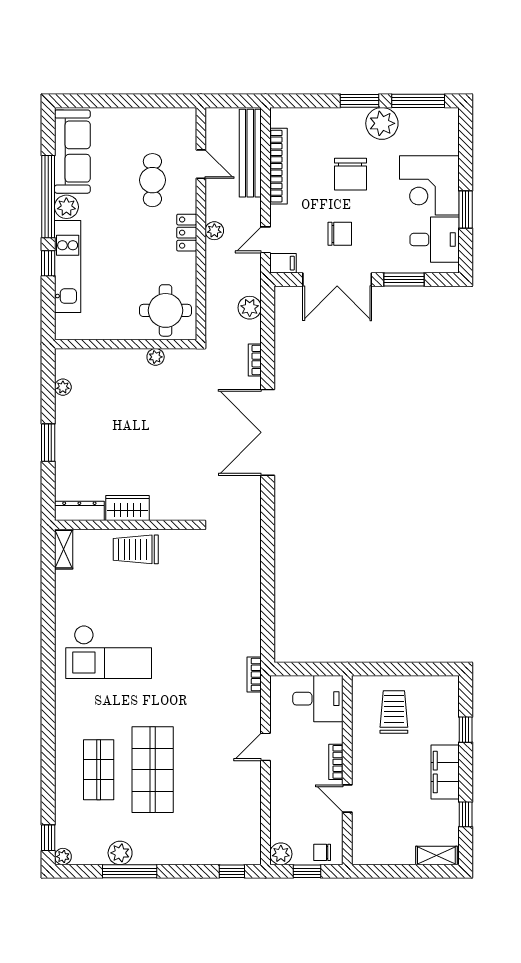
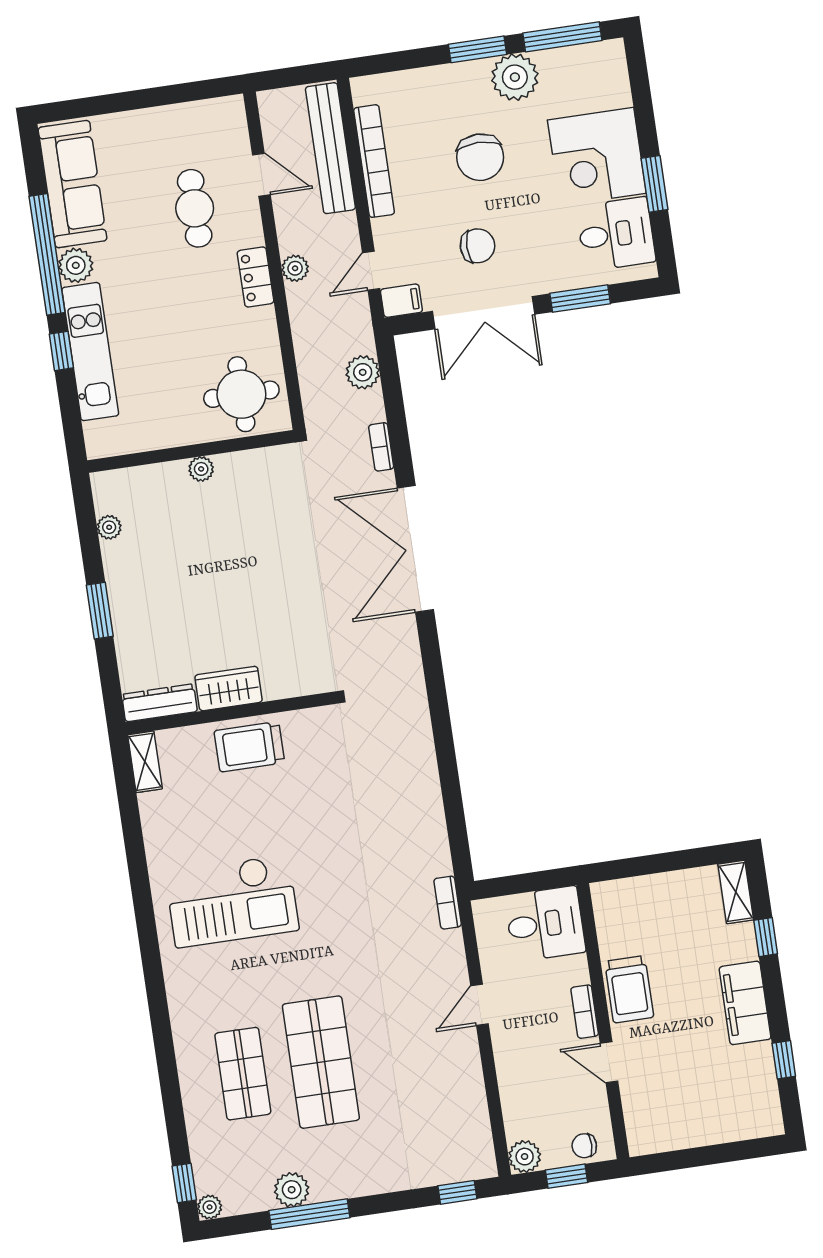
plant: (156, 357) -> (201, 469), moved
trolley: (394, 712) -> (629, 989), moved, turned 180
shelving: (436, 856) -> (736, 892), moved, turned 90

